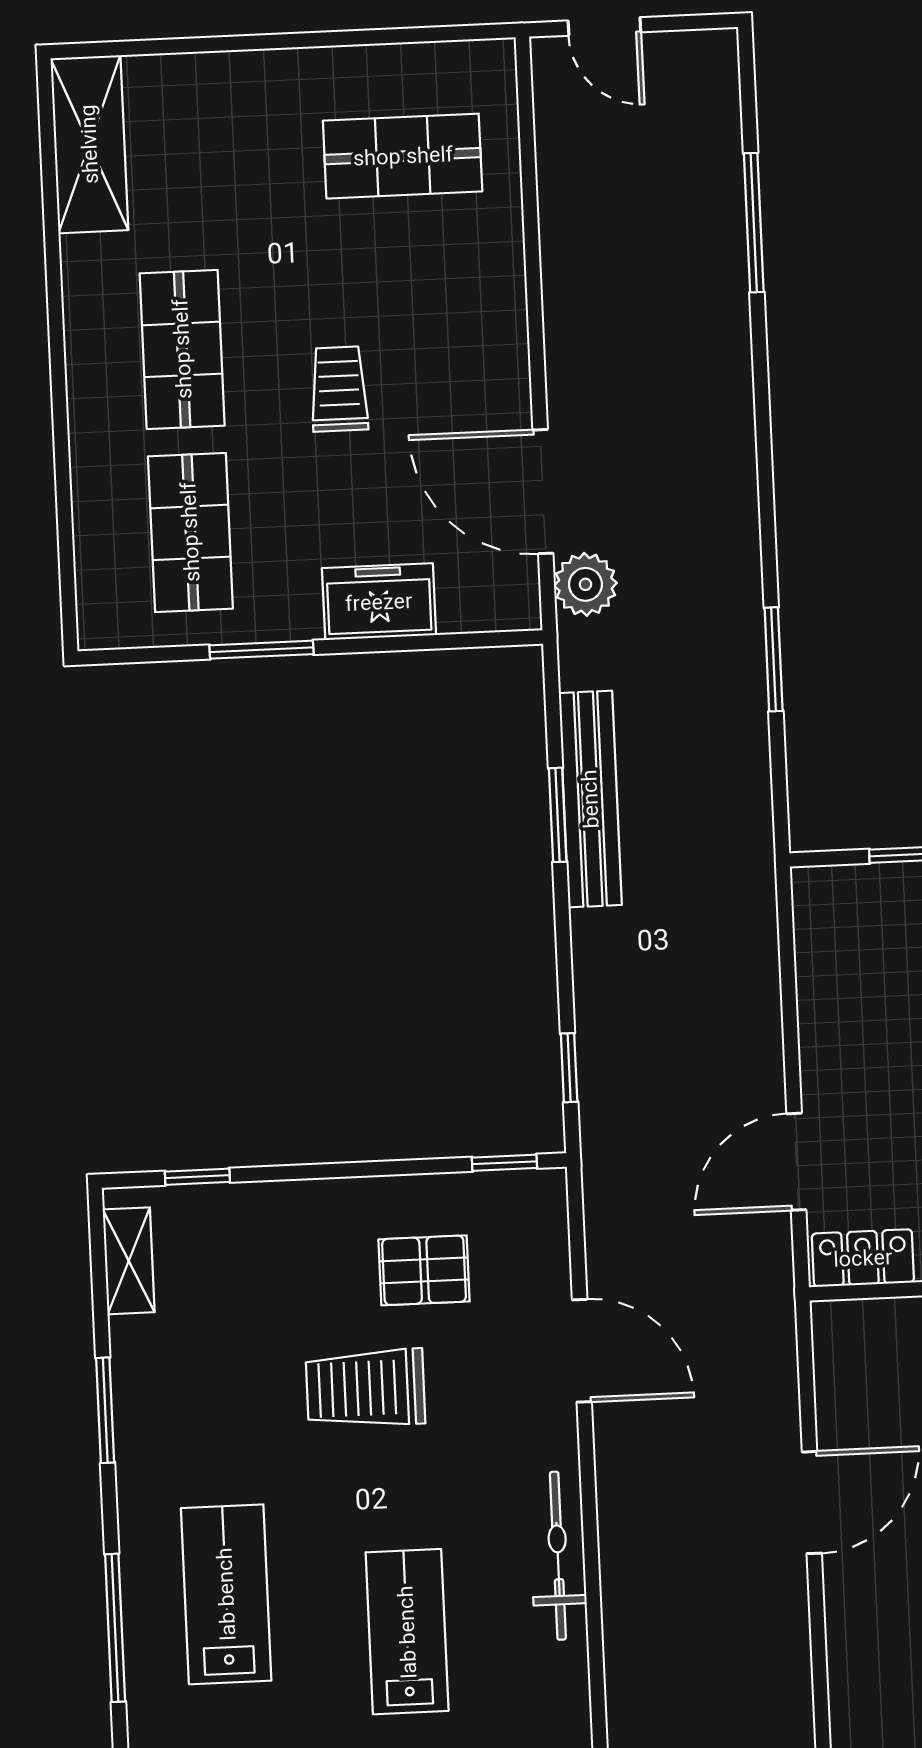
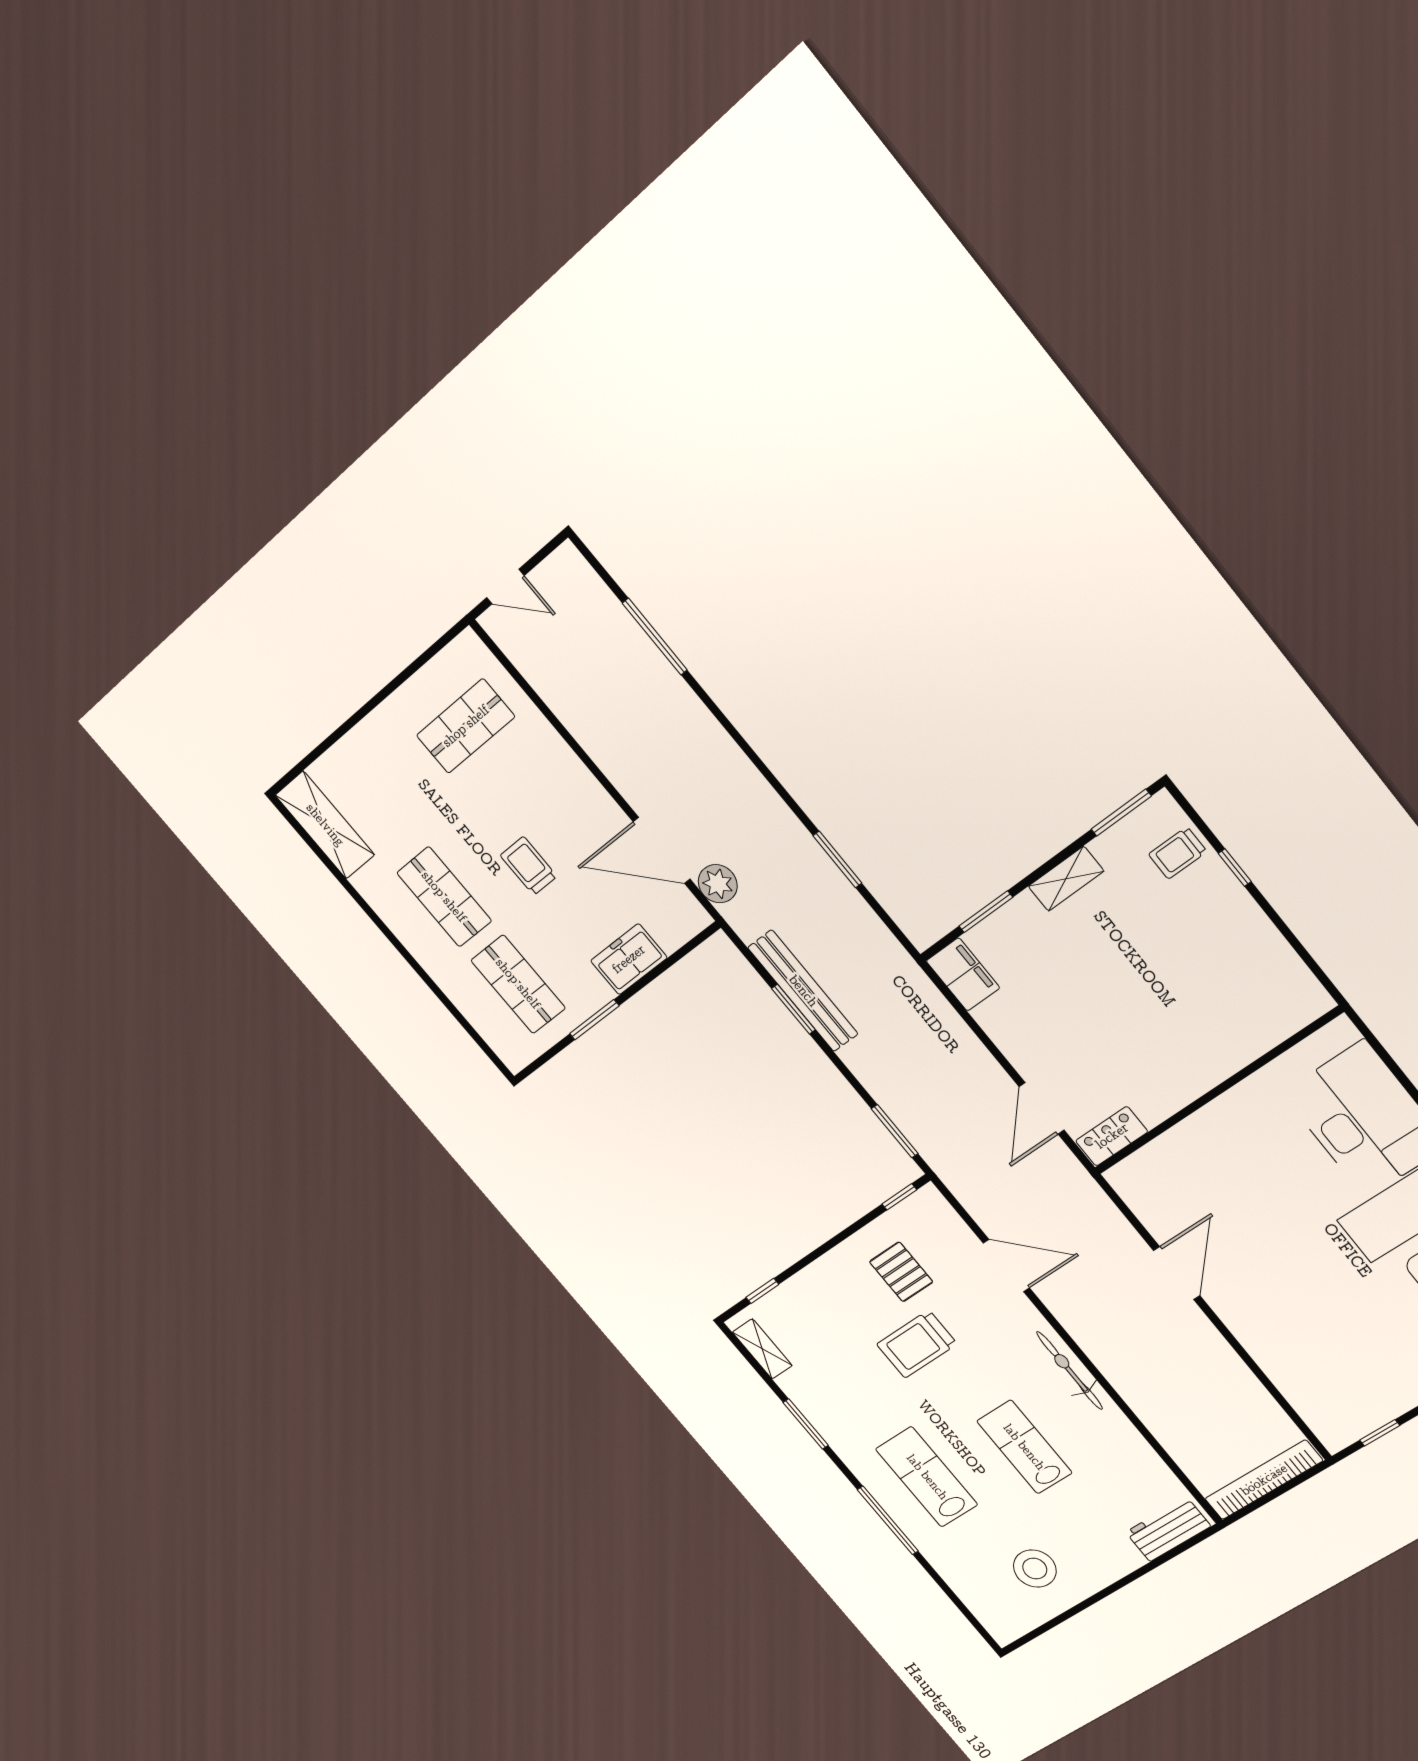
filing cabinet: (826, 916) -> (963, 974), added
window: (569, 1068) -> (895, 1131), width x1.50
pallet: (424, 1270) -> (901, 1272), turned 90

